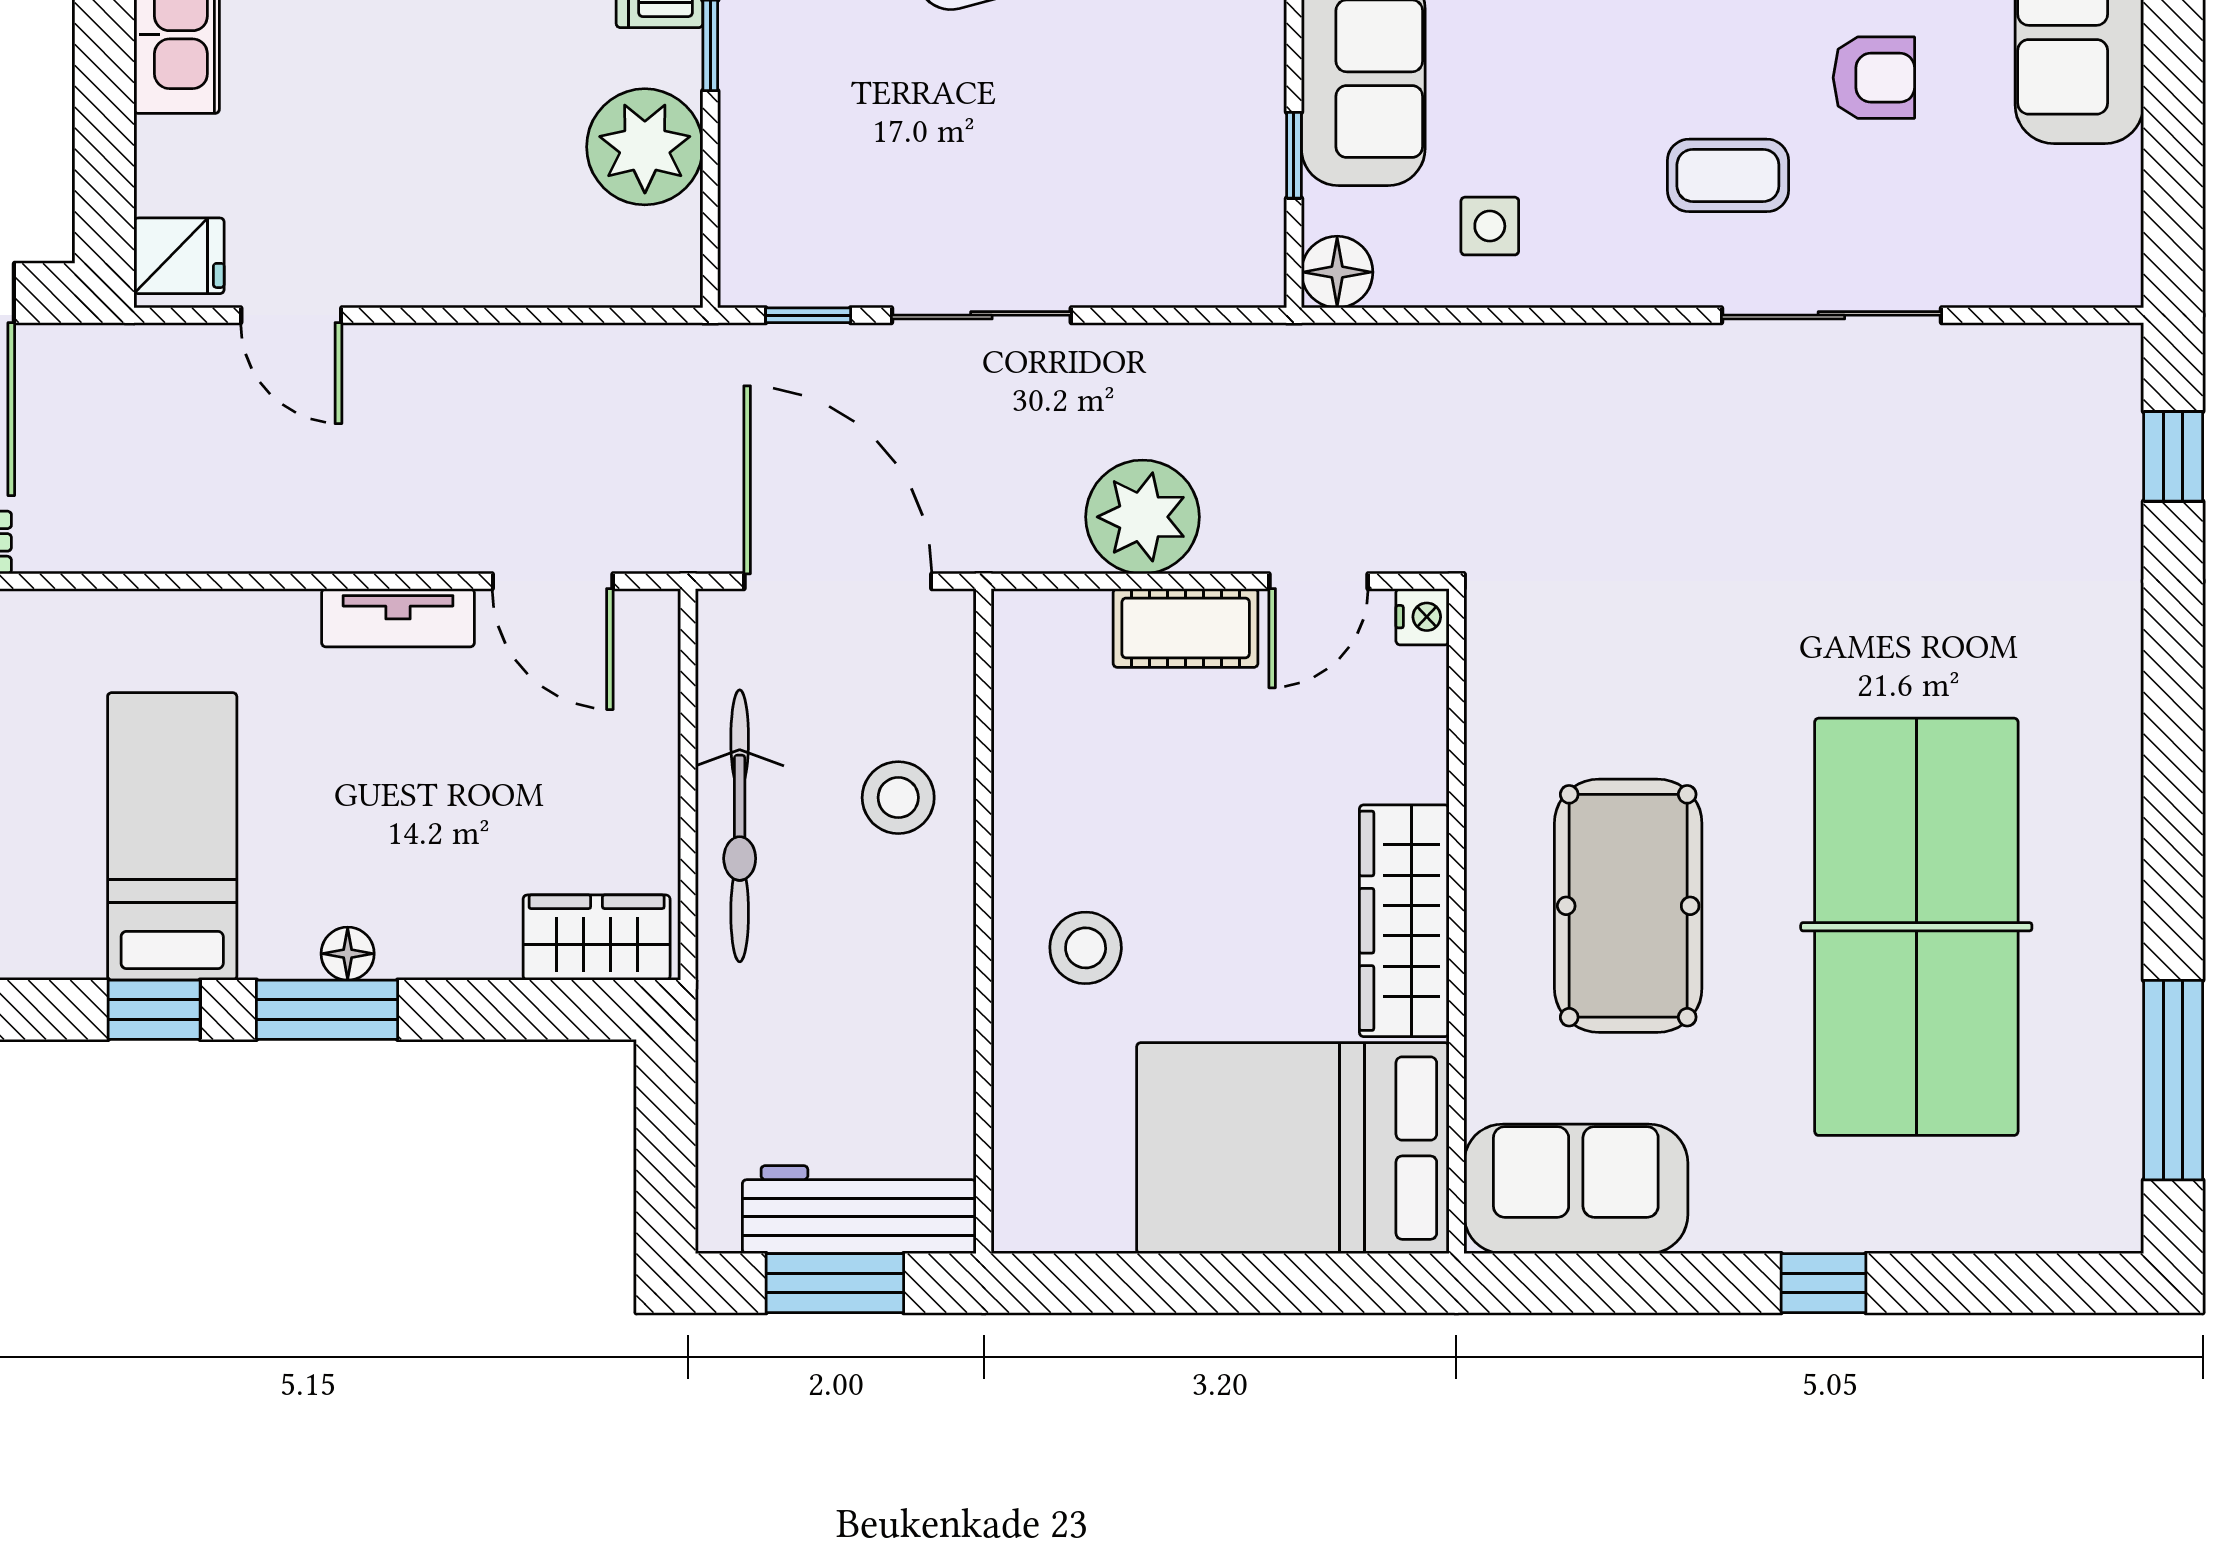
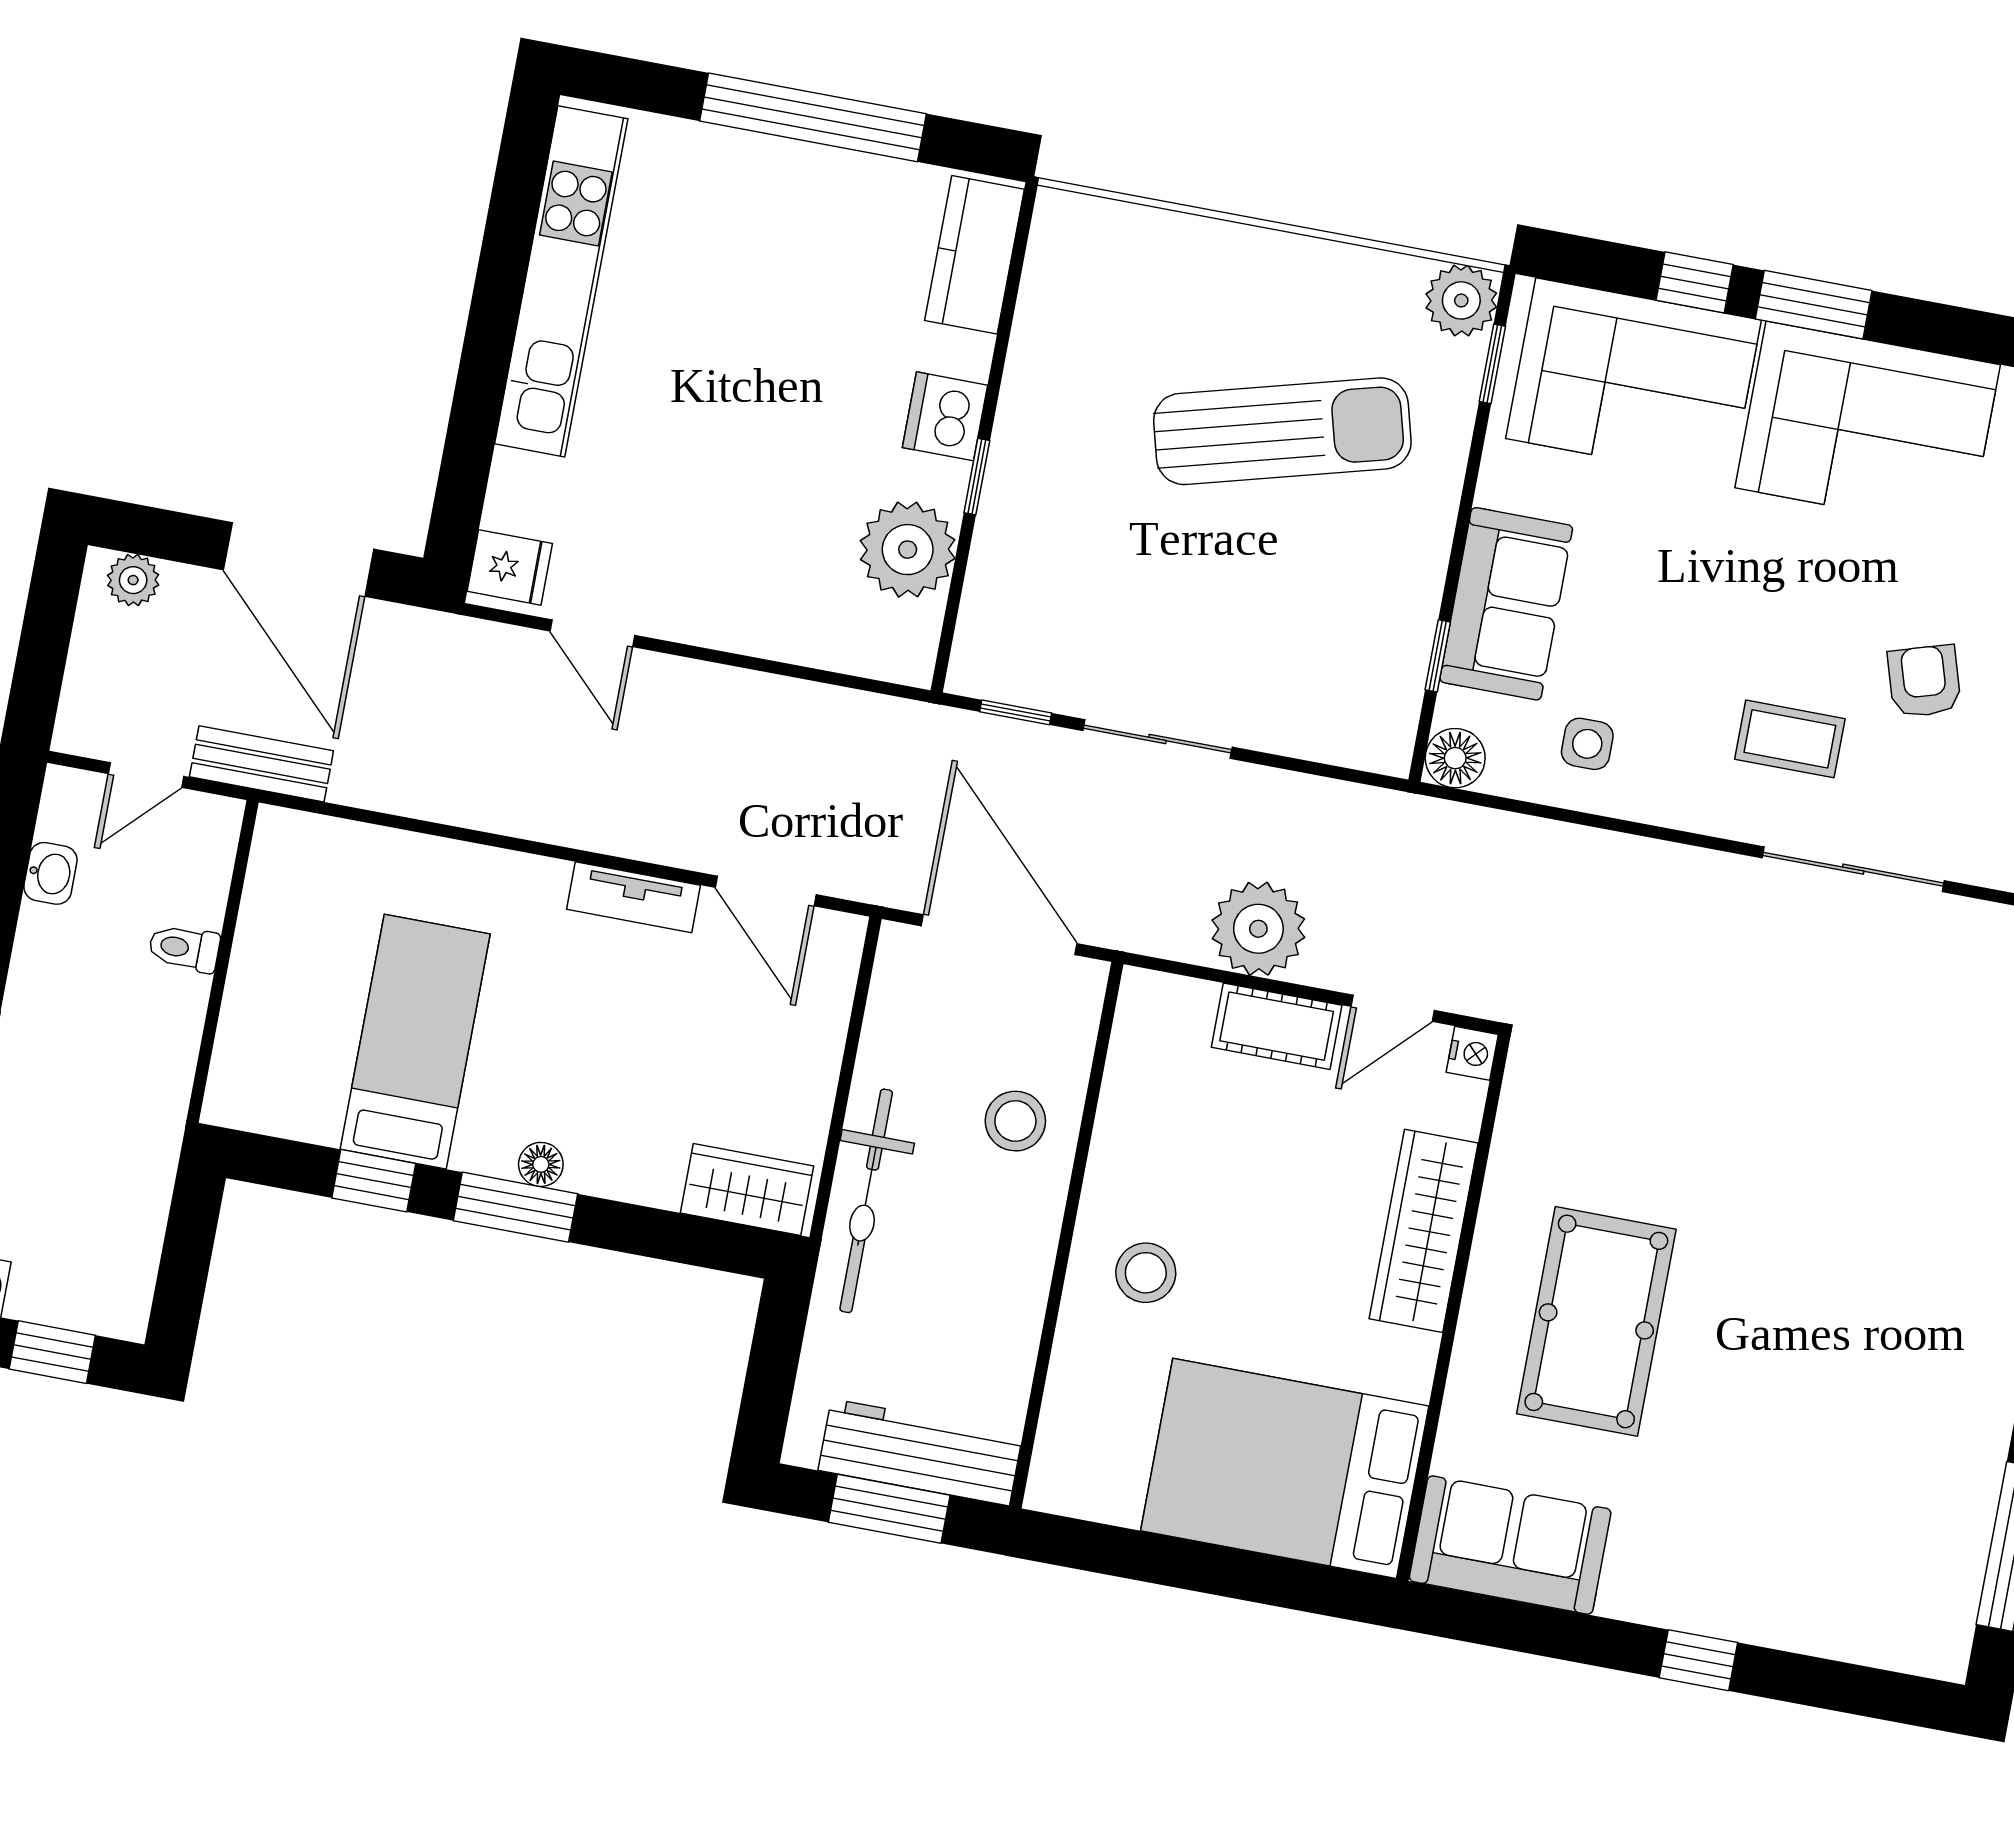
armchair: (1874, 78) -> (1924, 681), turned -107
bicycle: (740, 826) -> (866, 1201), moved
wardrobe: (1404, 921) -> (1424, 1231), moved
table tennis table: (1916, 927) -> (1829, 1383), removed

